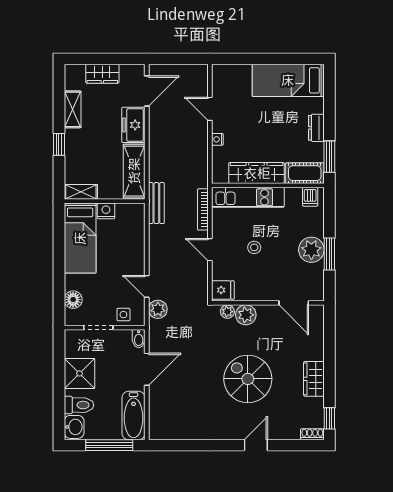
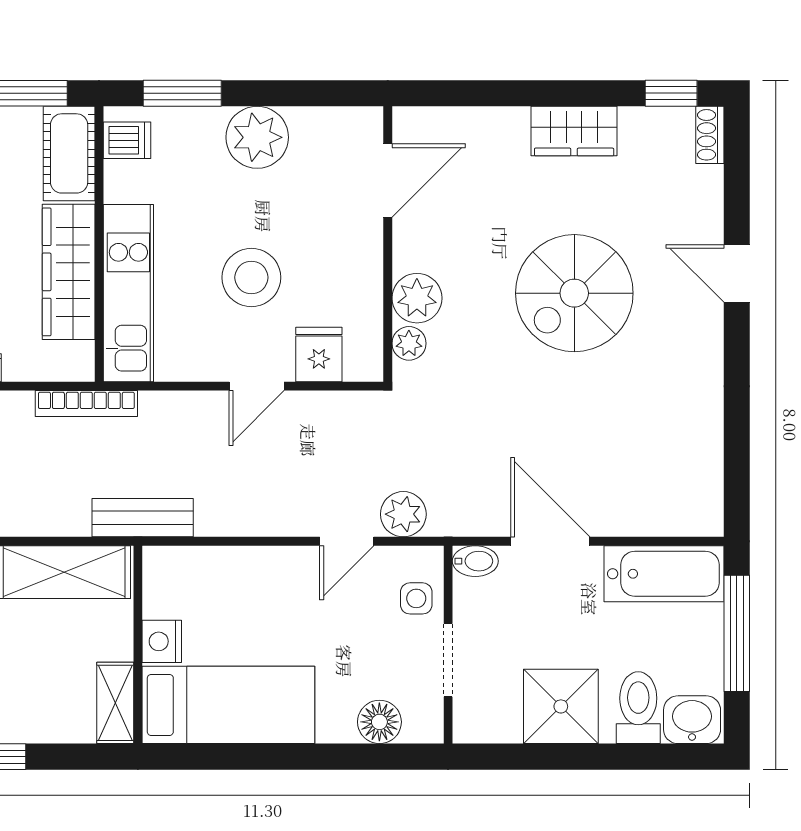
bookcase: (203, 209) -> (86, 404), moved
stool: (254, 247) -> (251, 277), width x1.89, depth x1.89
window: (329, 254) -> (182, 93), moved
fridge: (223, 290) -> (319, 354), moved

